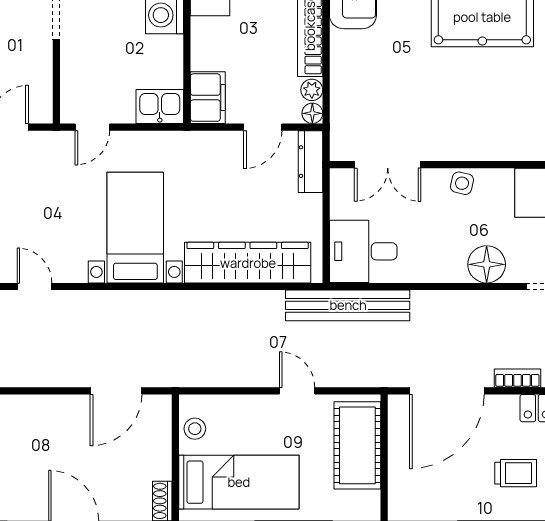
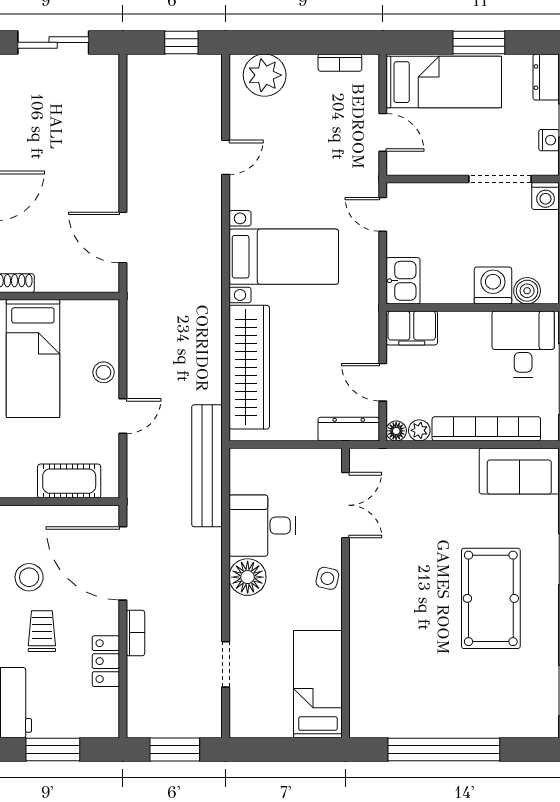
double door: (388, 165) -> (346, 505), swing flipped
desk: (363, 251) -> (262, 526), moved, turned -90
floor lamp: (487, 264) -> (248, 577), moved
stool: (195, 429) -> (104, 372), moved
cot: (357, 445) -> (69, 481), width x0.73, depth x0.75
trolley: (516, 473) -> (42, 631), turned 180
stool: (461, 486) -> (29, 577), added

